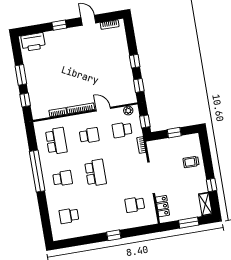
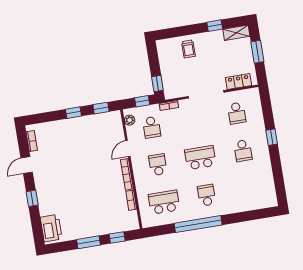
window: (174, 133) -> (157, 83), moved
school desk: (69, 216) -> (243, 151), moved

